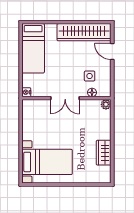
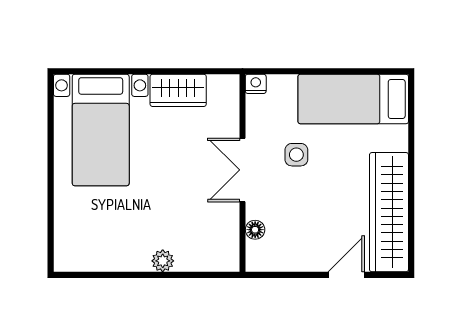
side table: (90, 76) -> (296, 155), moved
plant: (106, 104) -> (163, 261), moved
wardrobe: (104, 153) -> (178, 90), moved, turned 180

